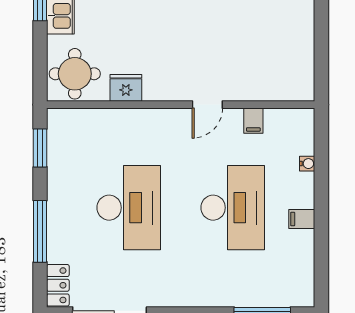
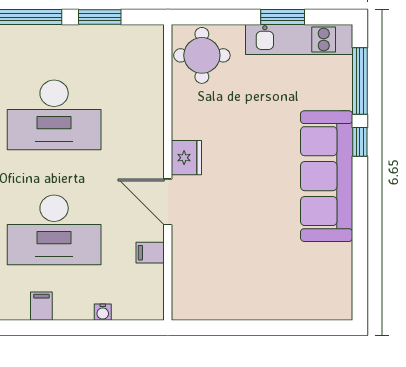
fridge: (126, 88) -> (186, 158), moved
door: (207, 105) -> (168, 202), width x1.38
window: (40, 148) -> (100, 17), moved

